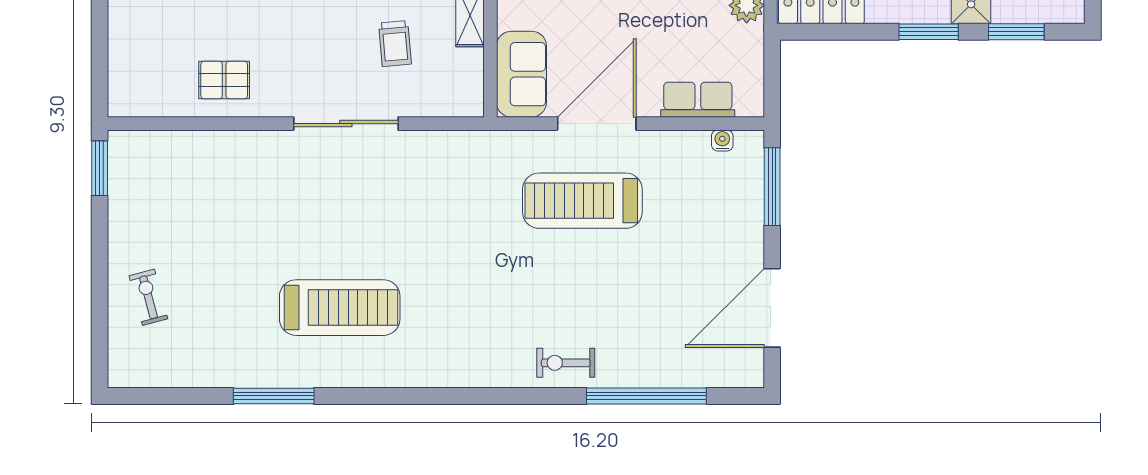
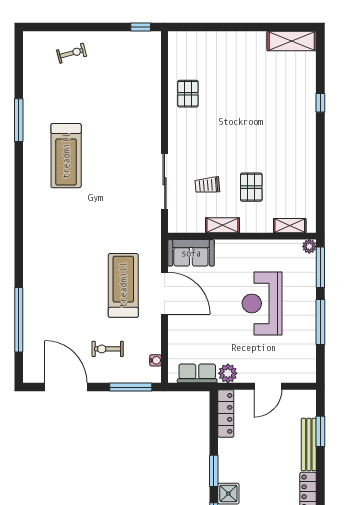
row of seats: (698, 100) -> (197, 373), moved, turned -90
sliding door: (346, 124) -> (165, 181), moved
window: (100, 168) -> (141, 27), width x0.67
exercise bike: (566, 363) -> (108, 349), moved, turned -90

